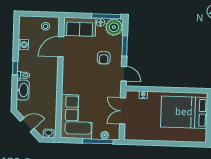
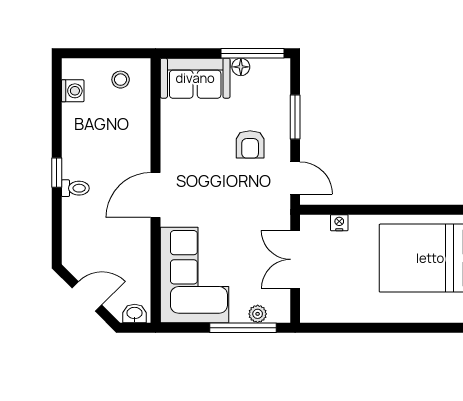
plant: (114, 27) -> (270, 77), removed
washing machine: (23, 45) -> (73, 91), moved
door: (61, 47) -> (155, 195), moved
washbasin: (23, 90) -> (75, 221), removed

